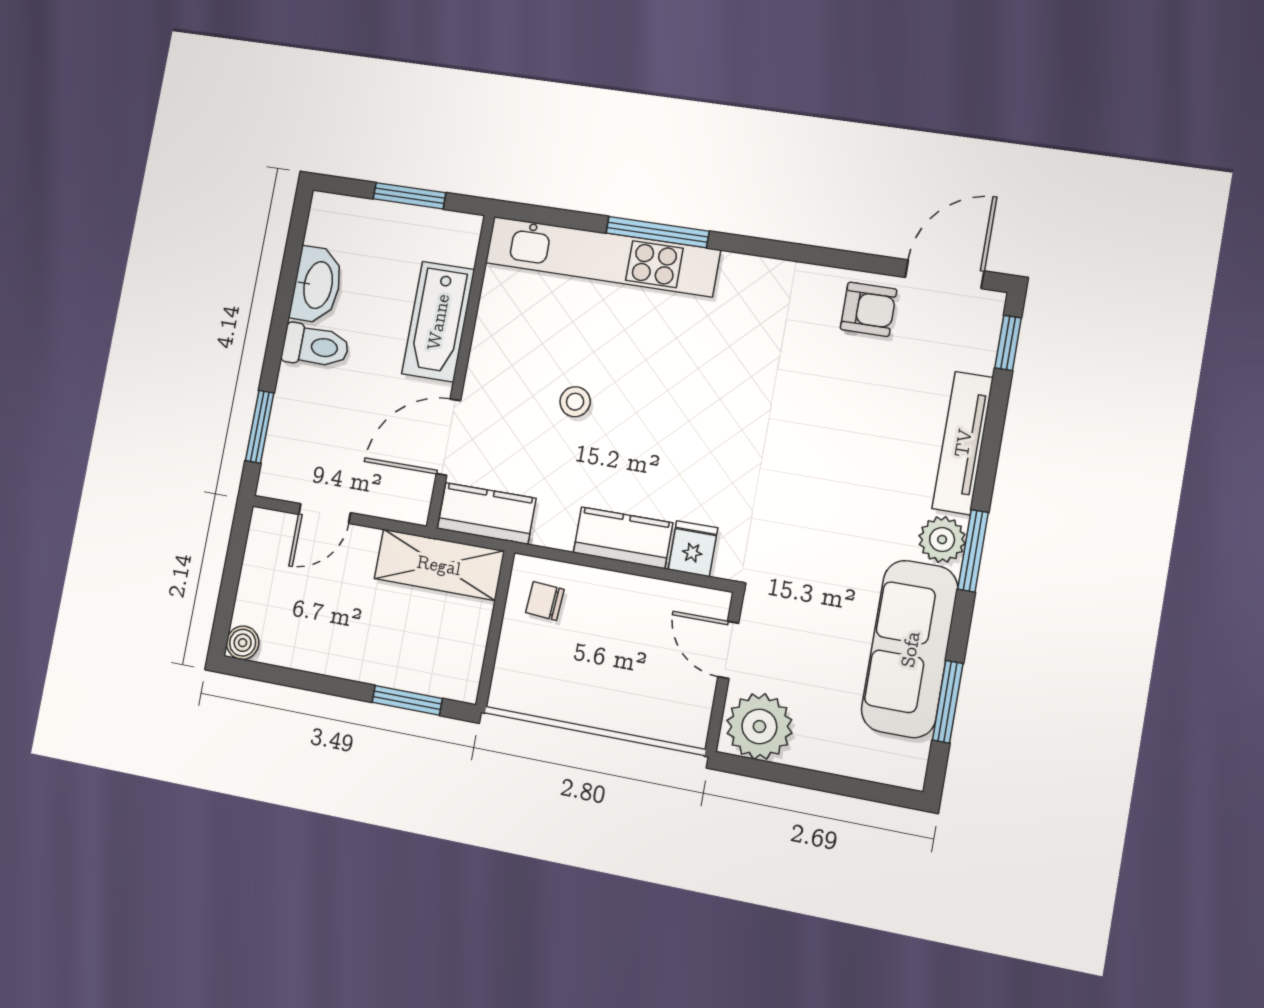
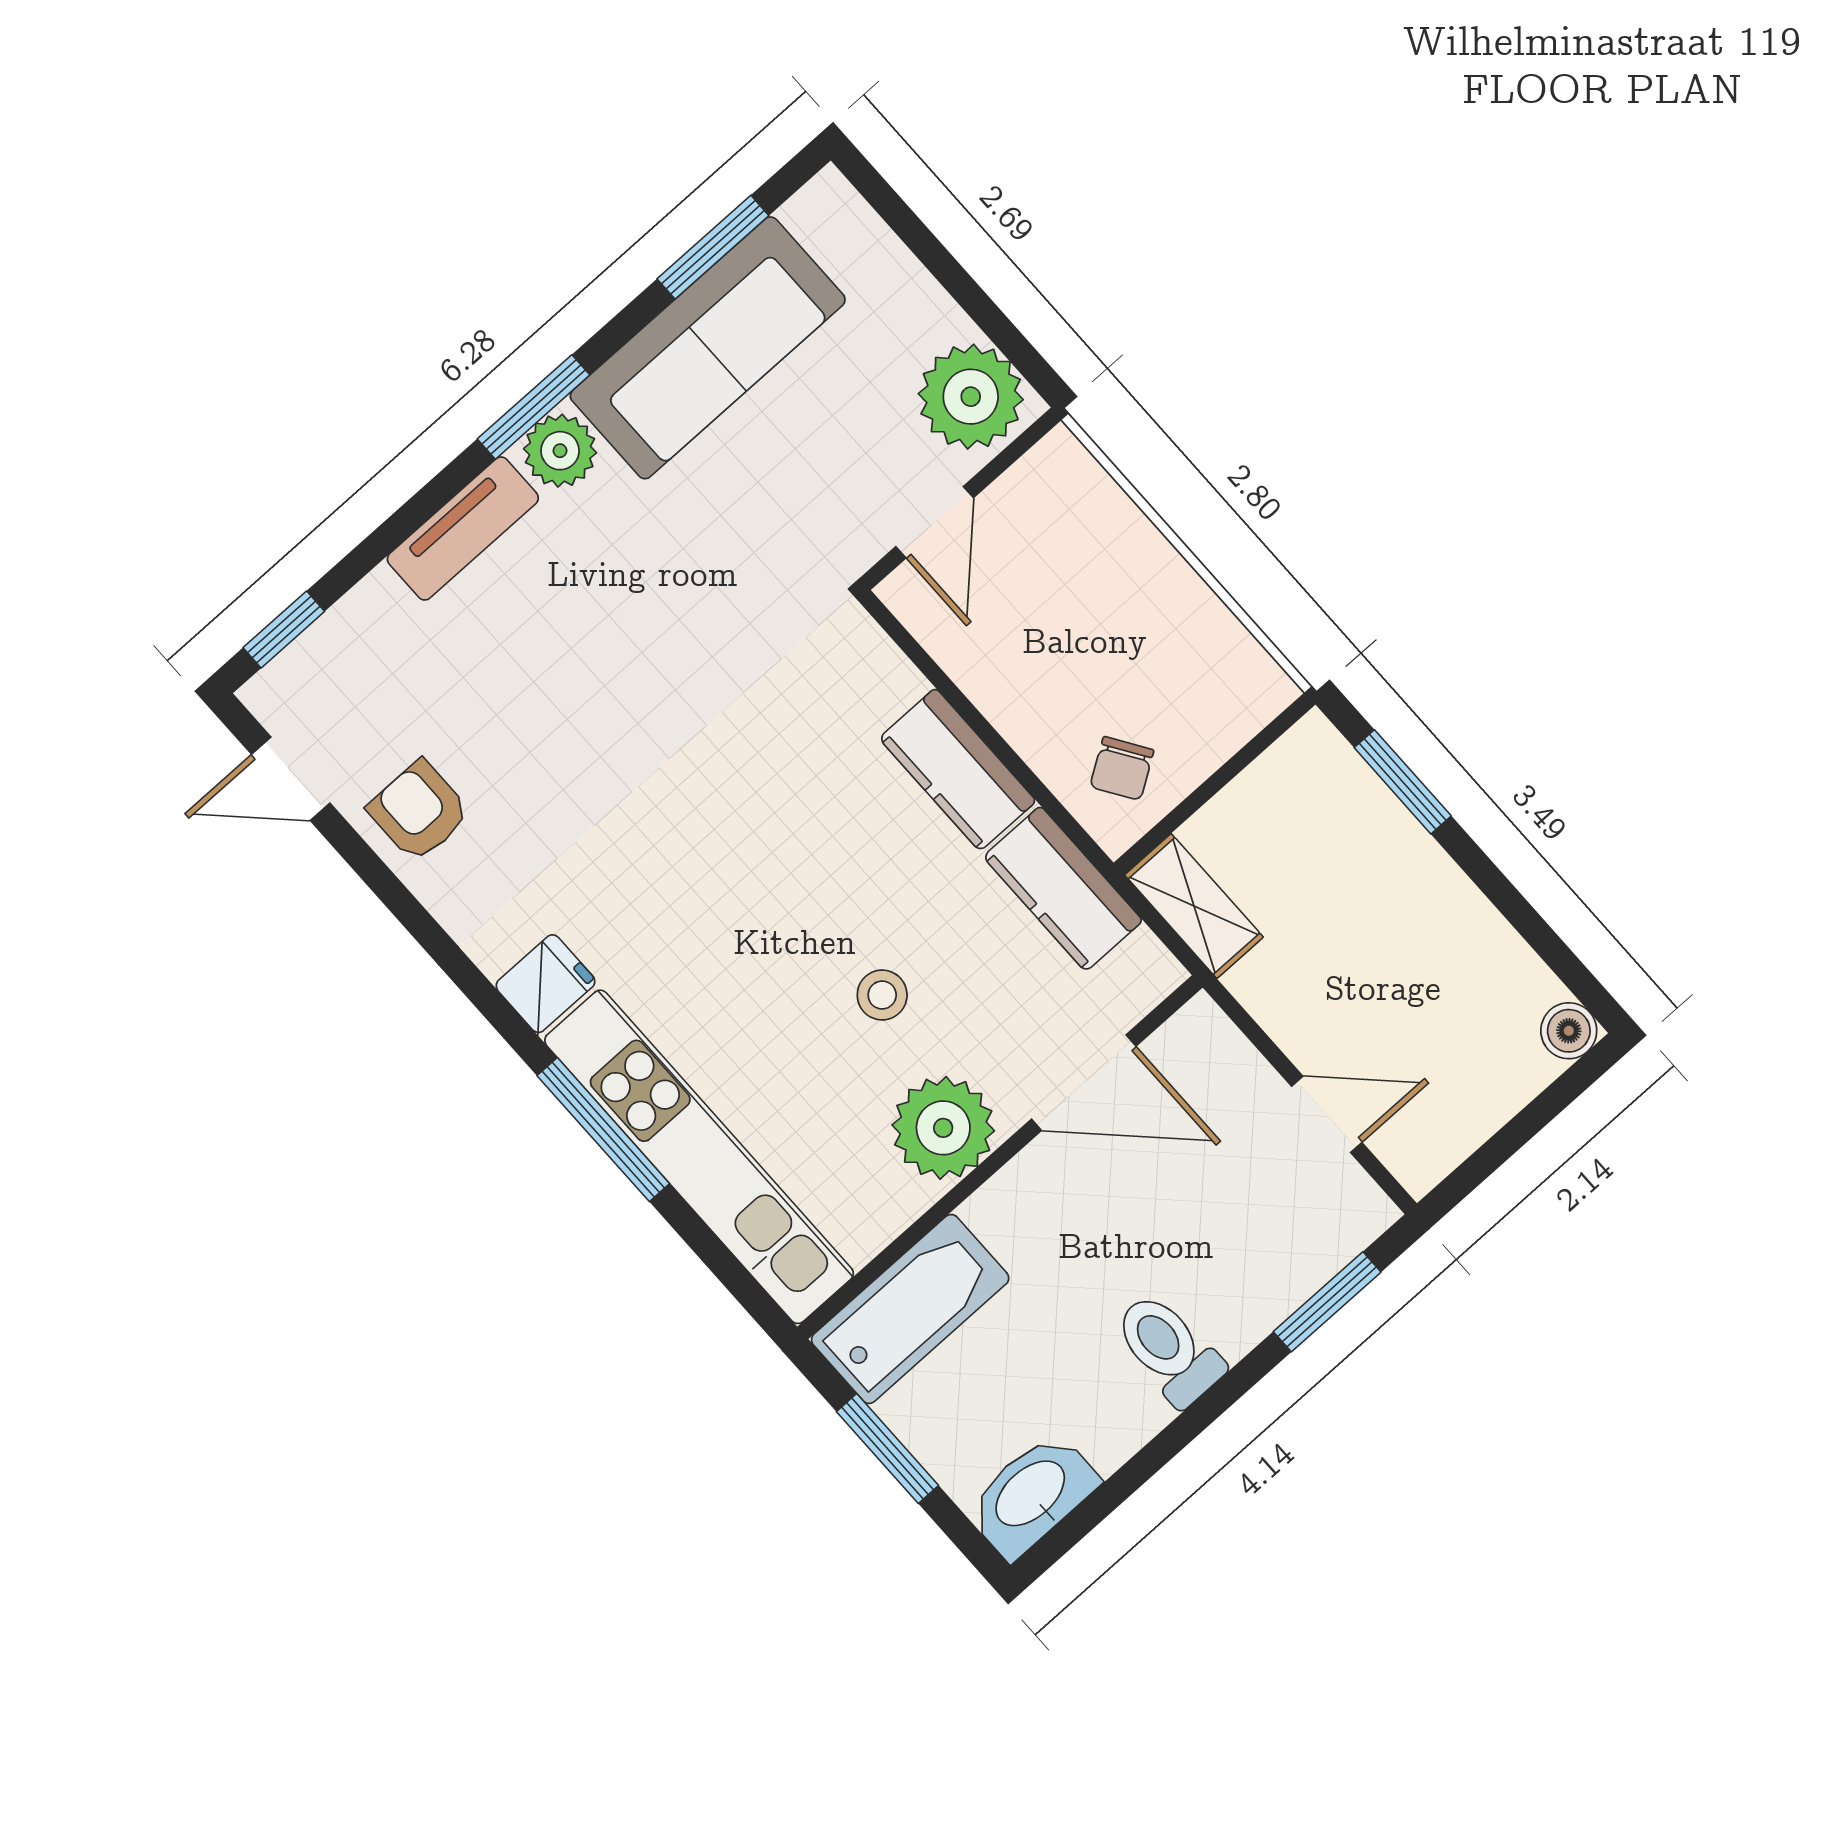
door: (945, 274) -> (291, 779), width x0.73
washbasin: (317, 285) -> (1032, 1495), moved
bathtub: (438, 322) -> (910, 1309), moved
plant: (498, 363) -> (943, 1128), added
tv unit: (963, 443) -> (463, 529), width x0.71
kitchen counter: (487, 513) -> (1063, 889), moved
fridge: (693, 549) -> (545, 984), moved, turned 180
shelving: (439, 565) -> (1194, 906), width x0.67, depth x0.75
chair: (545, 601) -> (1122, 768), turned 53

